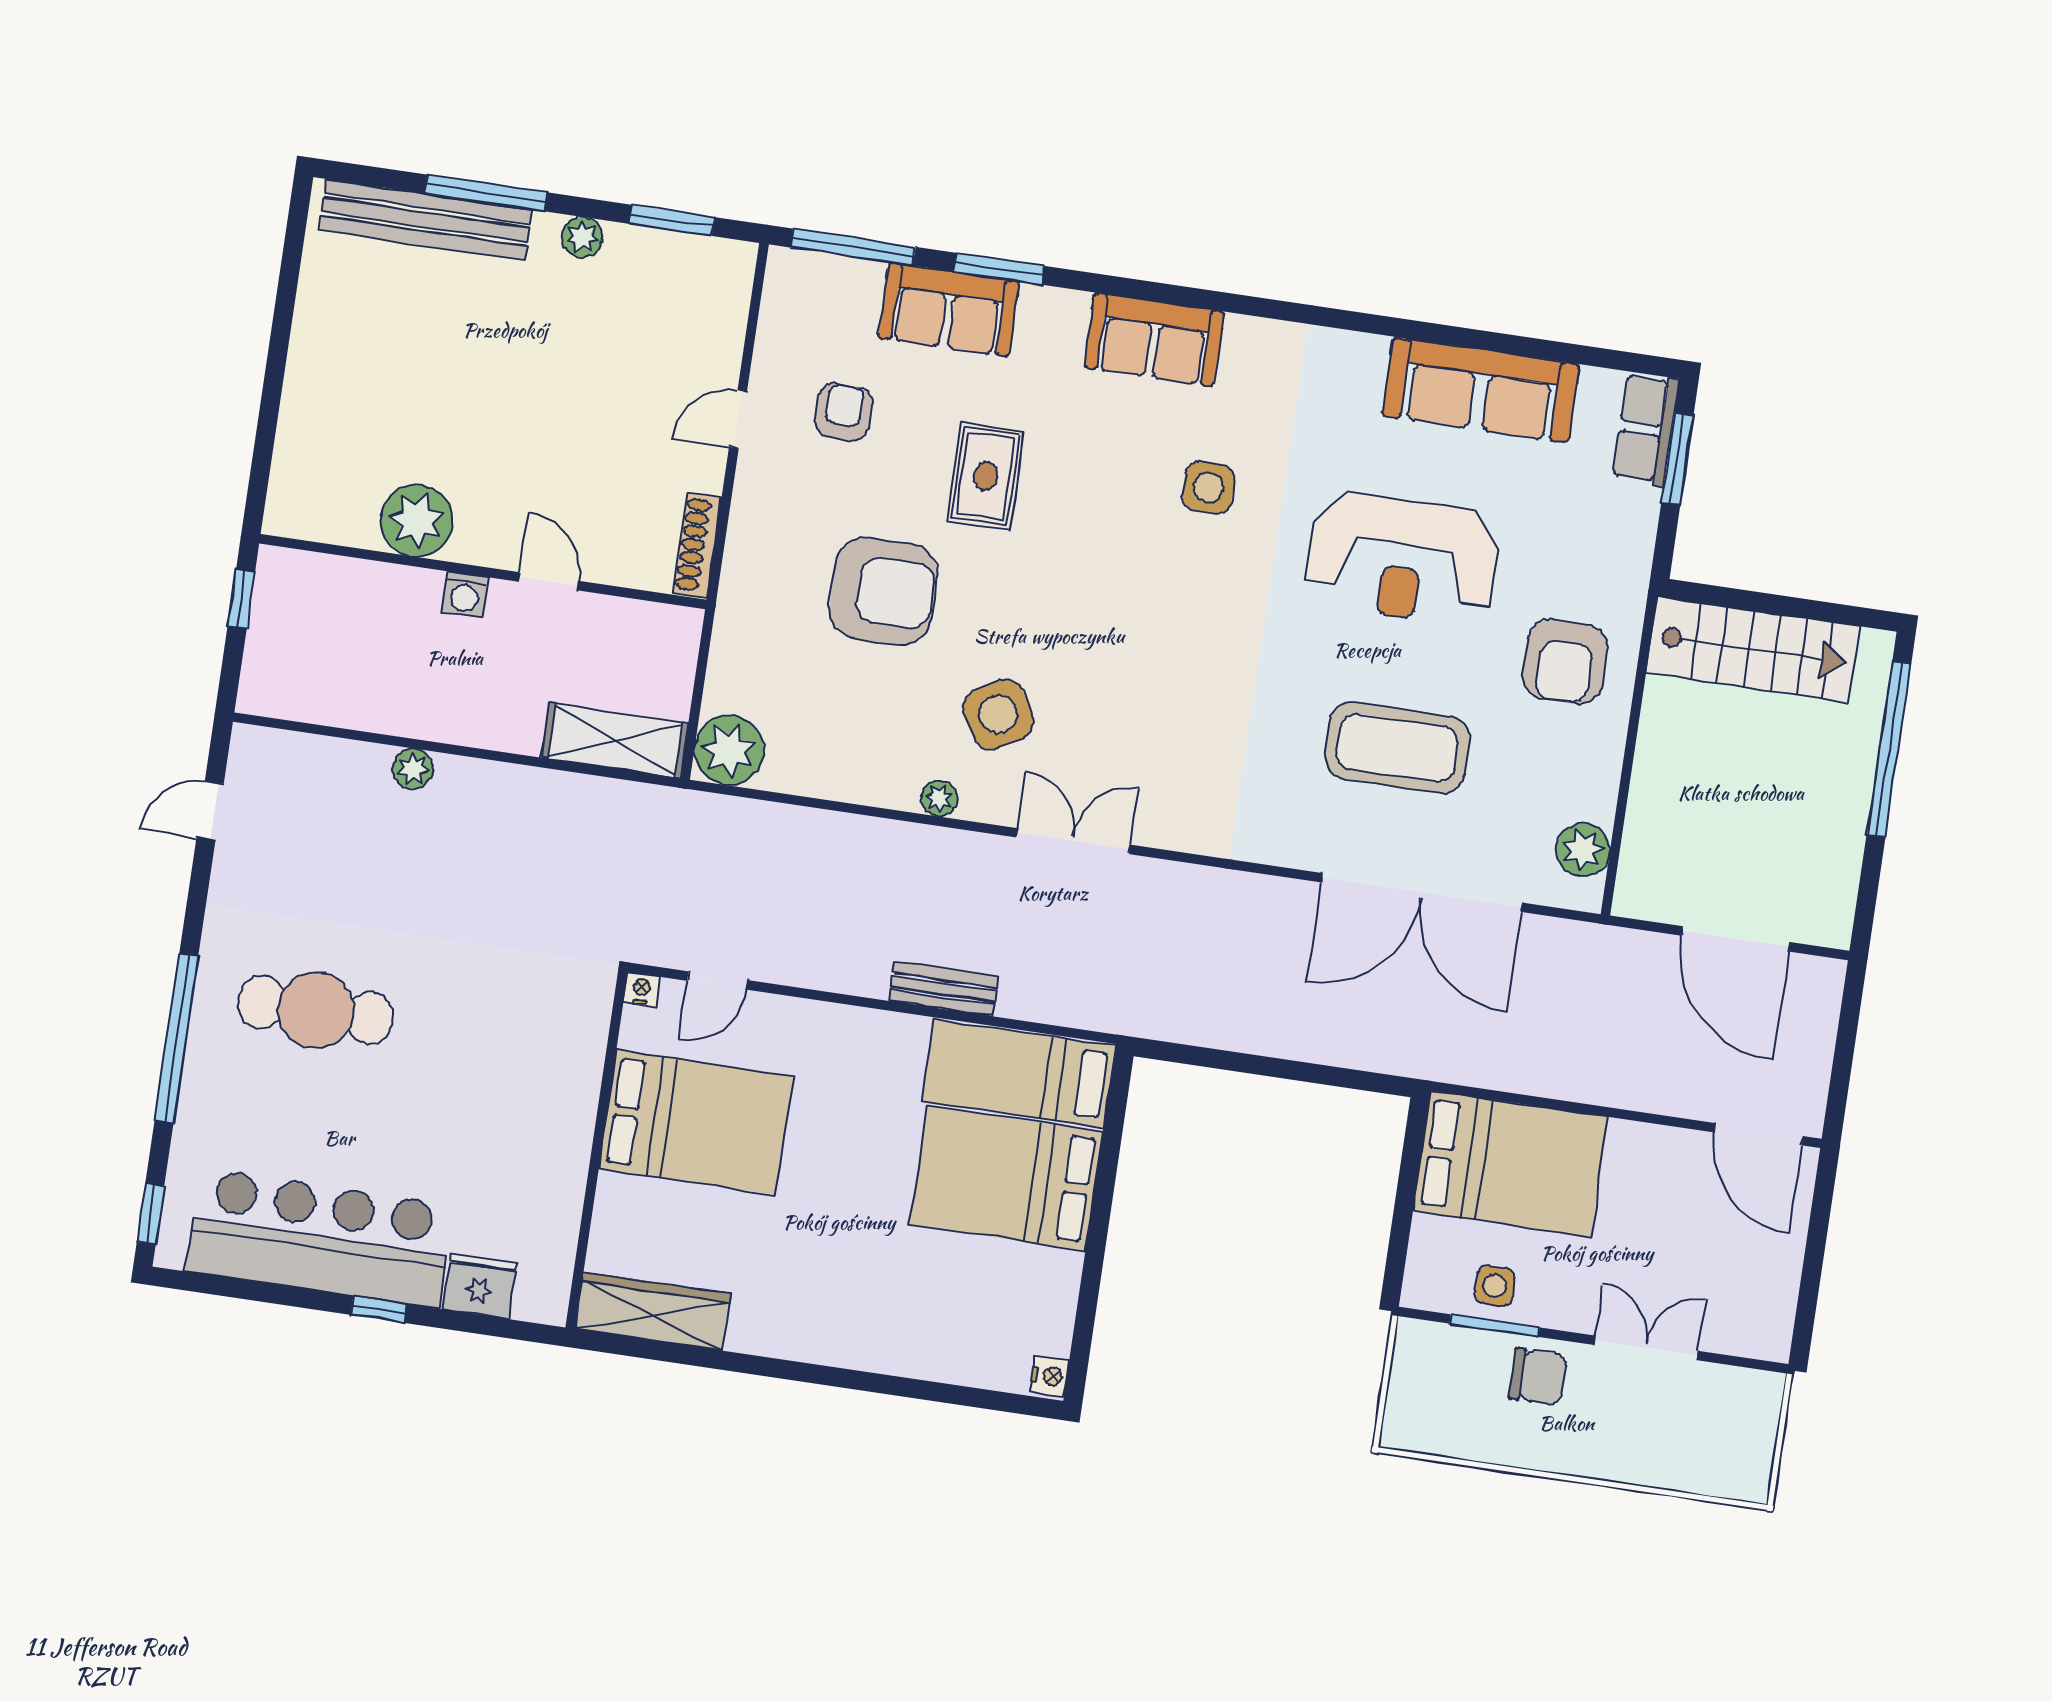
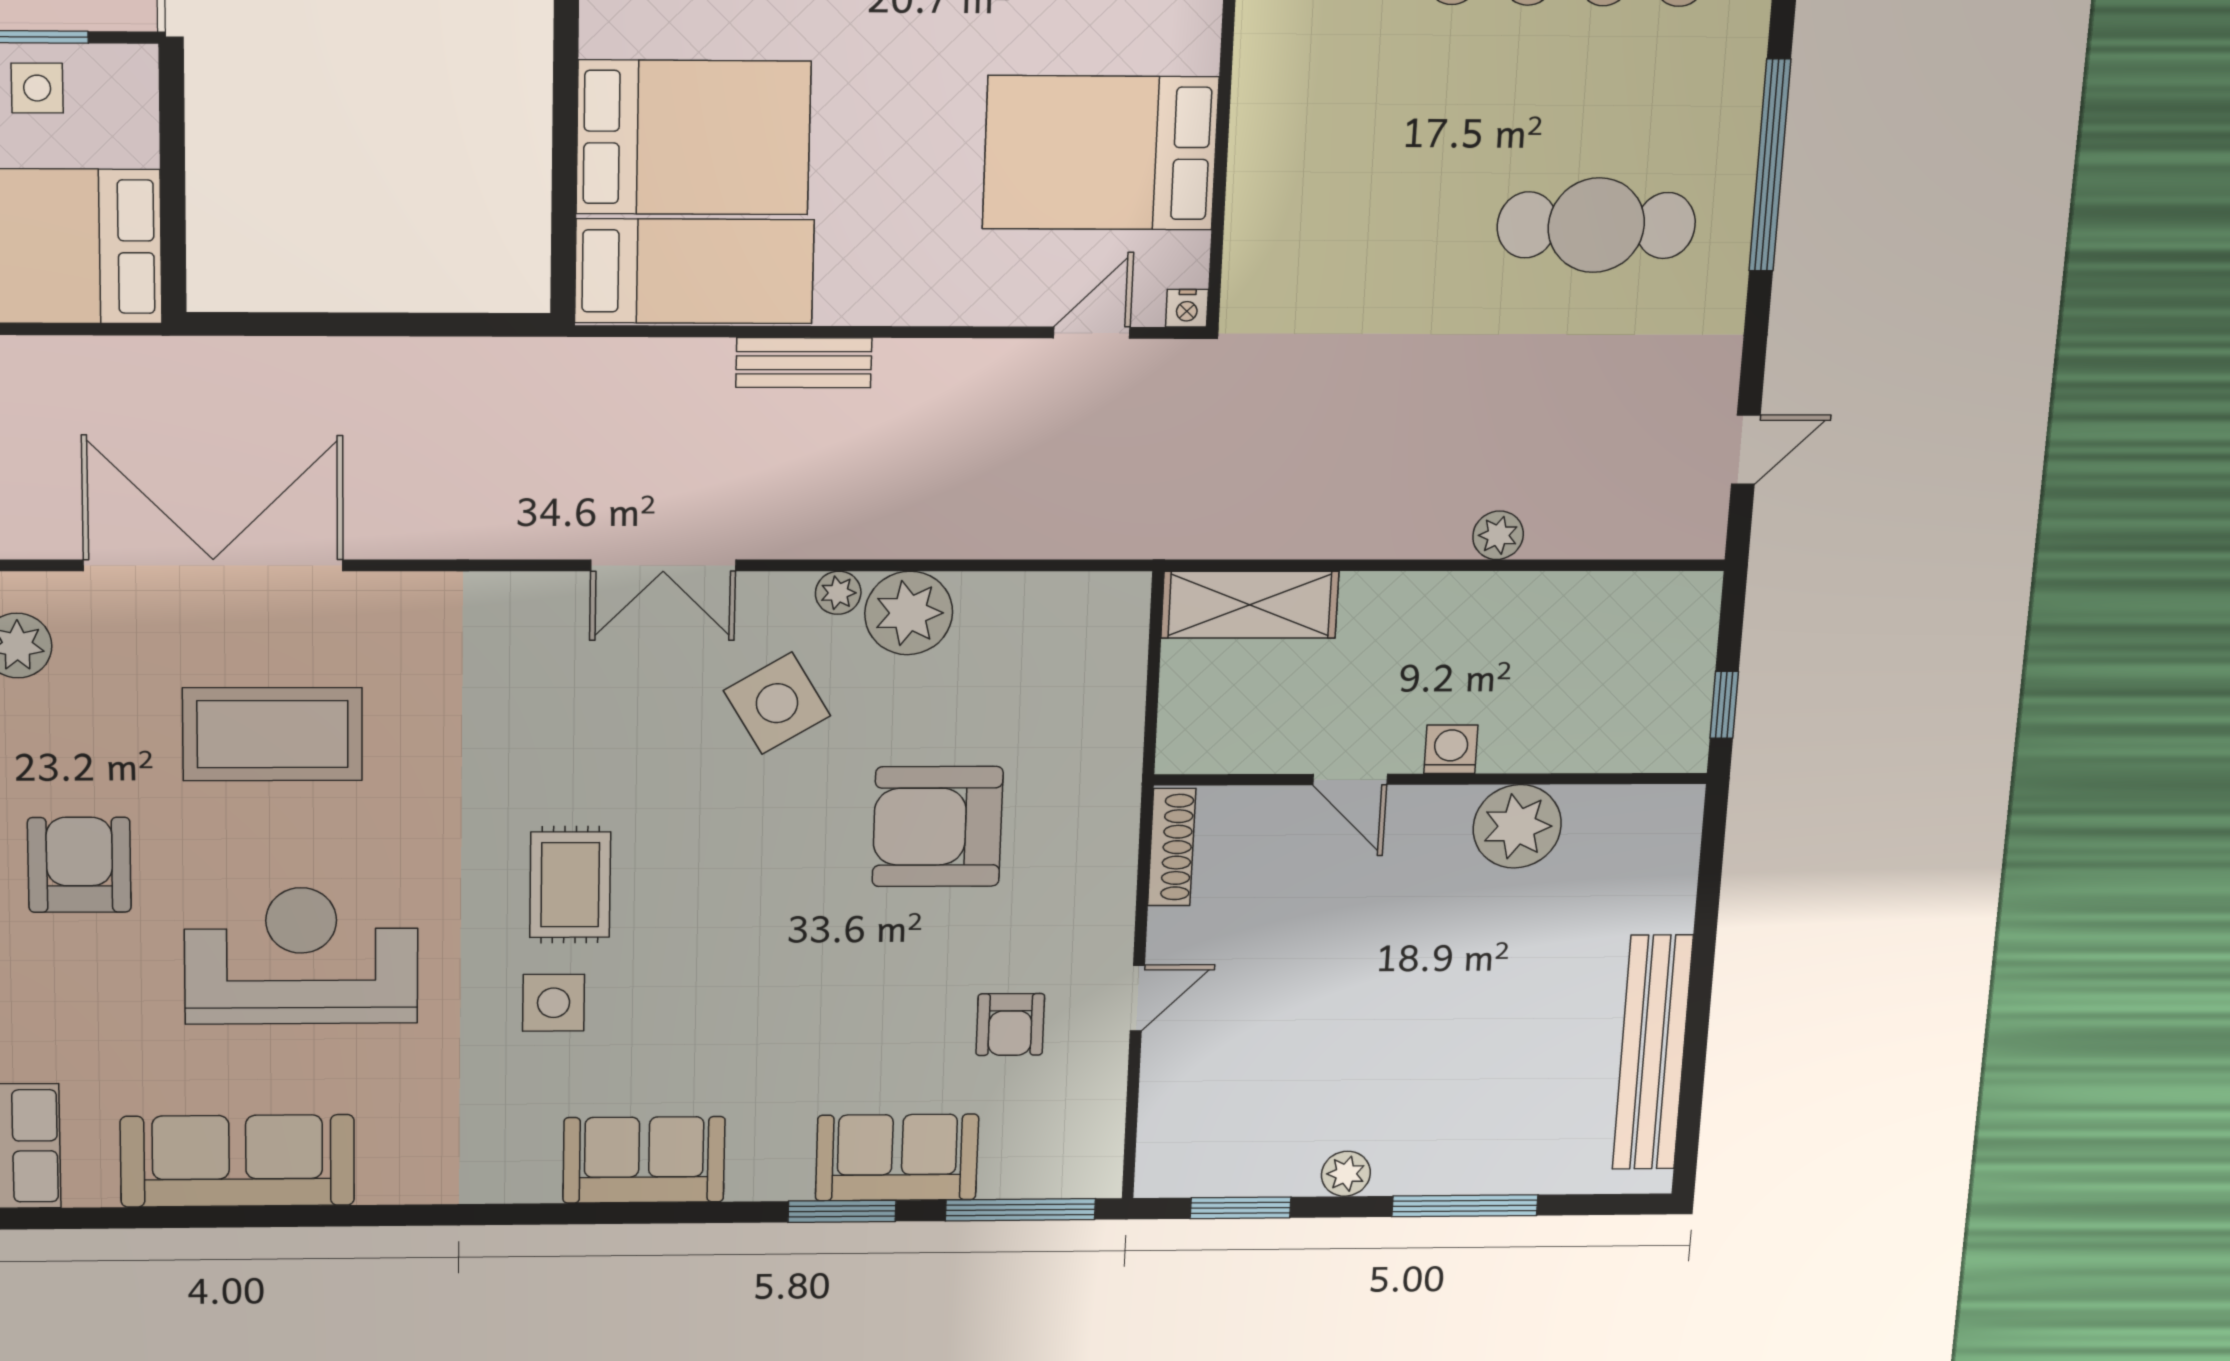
bench: (426, 220) -> (1653, 1053), moved, turned 90
rug: (986, 476) -> (570, 885), moved
plant: (729, 750) -> (909, 613), moved

